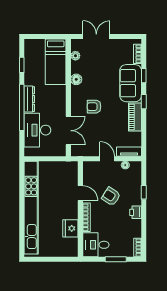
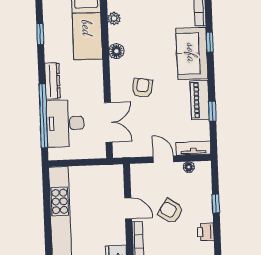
window: (144, 102) -> (212, 111), moved
window: (22, 107) -> (43, 116), moved
armchair: (94, 107) -> (142, 88), turned 99

